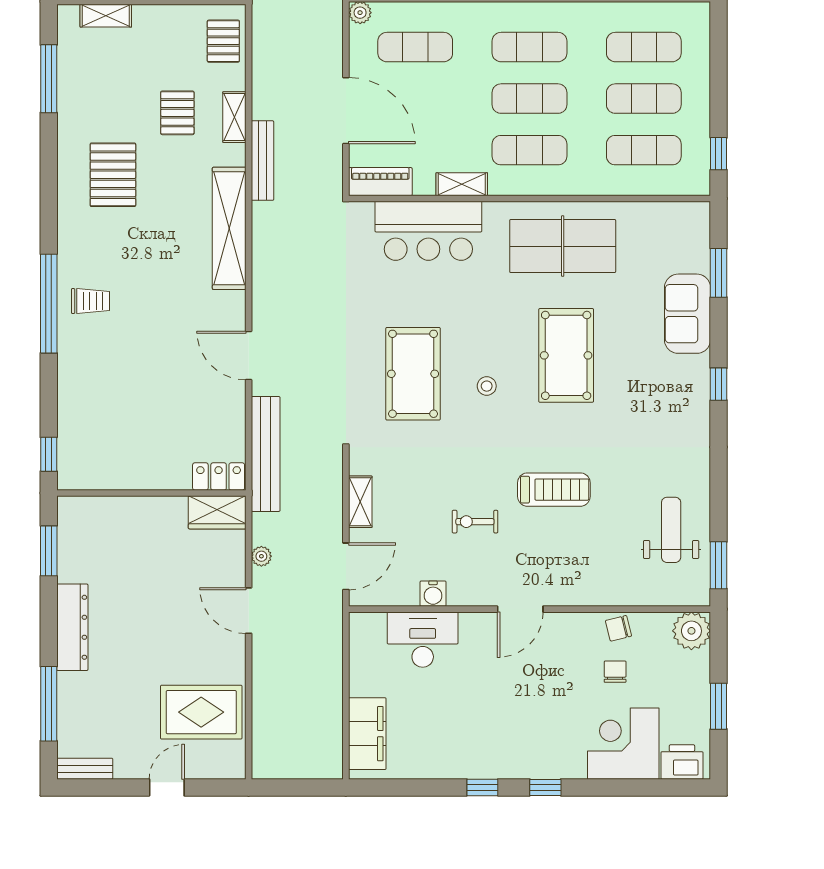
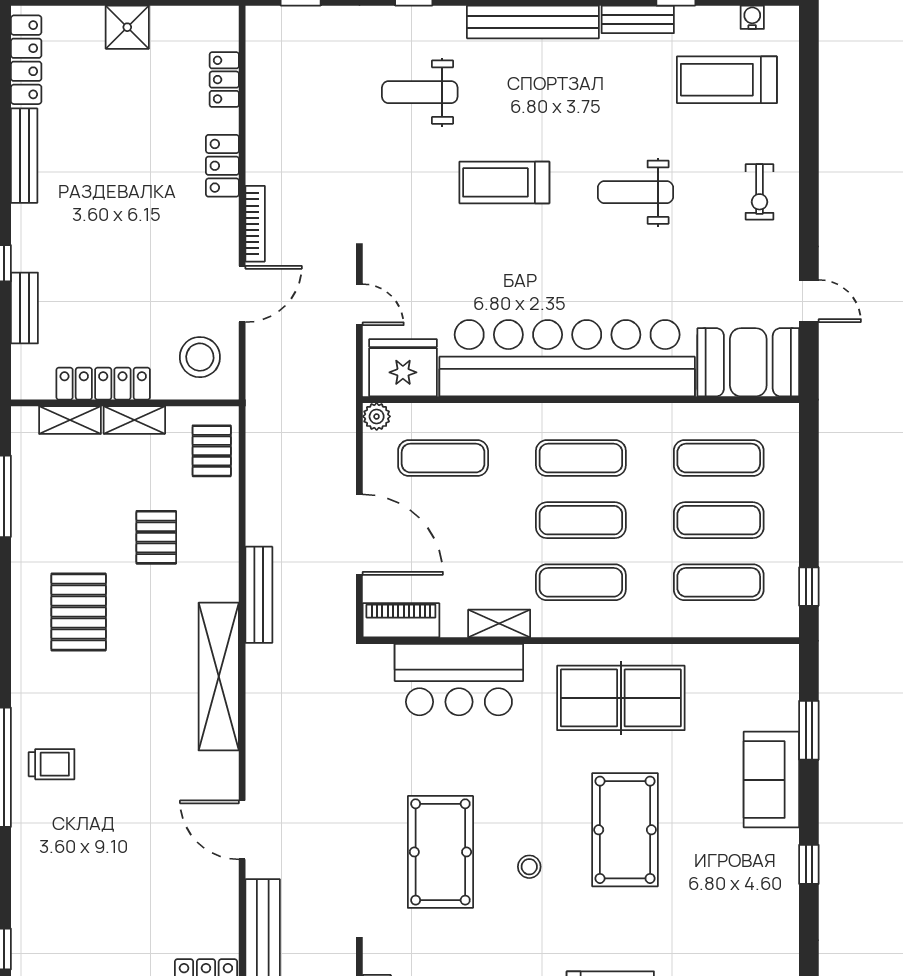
shelving: (234, 117) -> (134, 420), moved, turned 90

